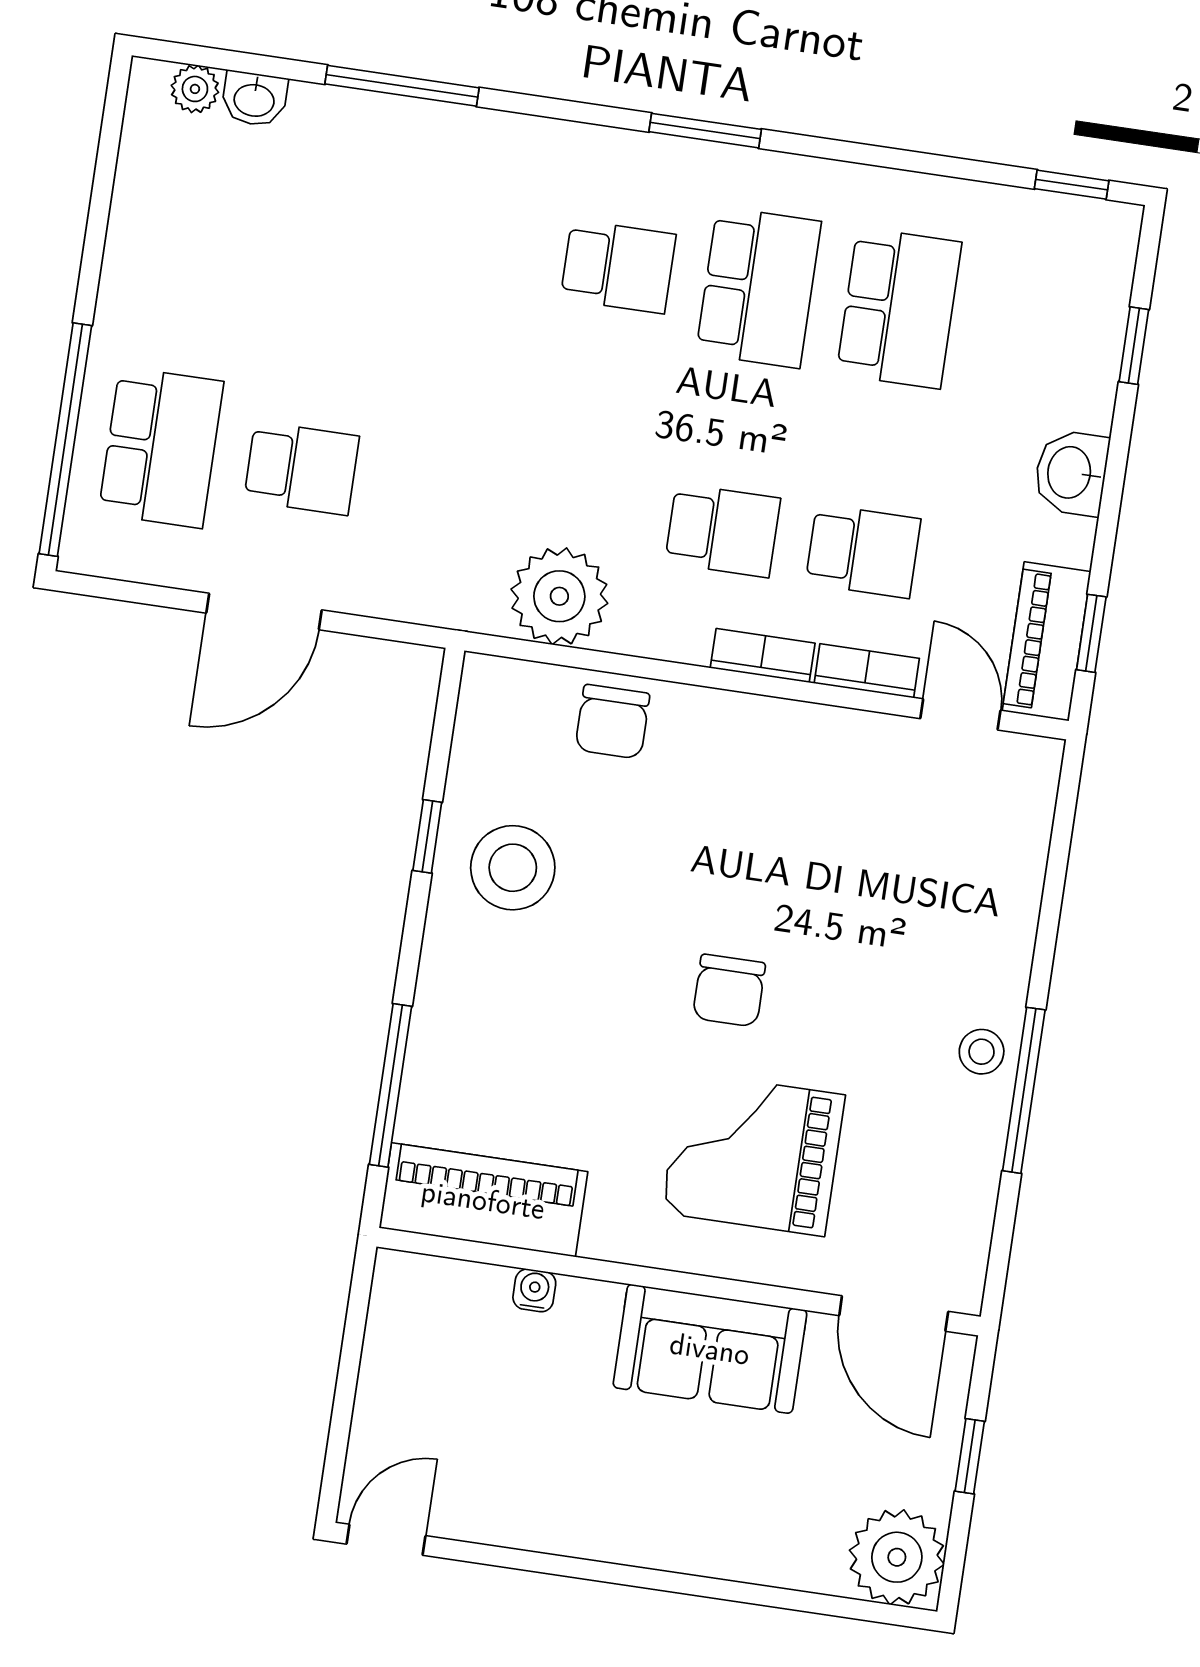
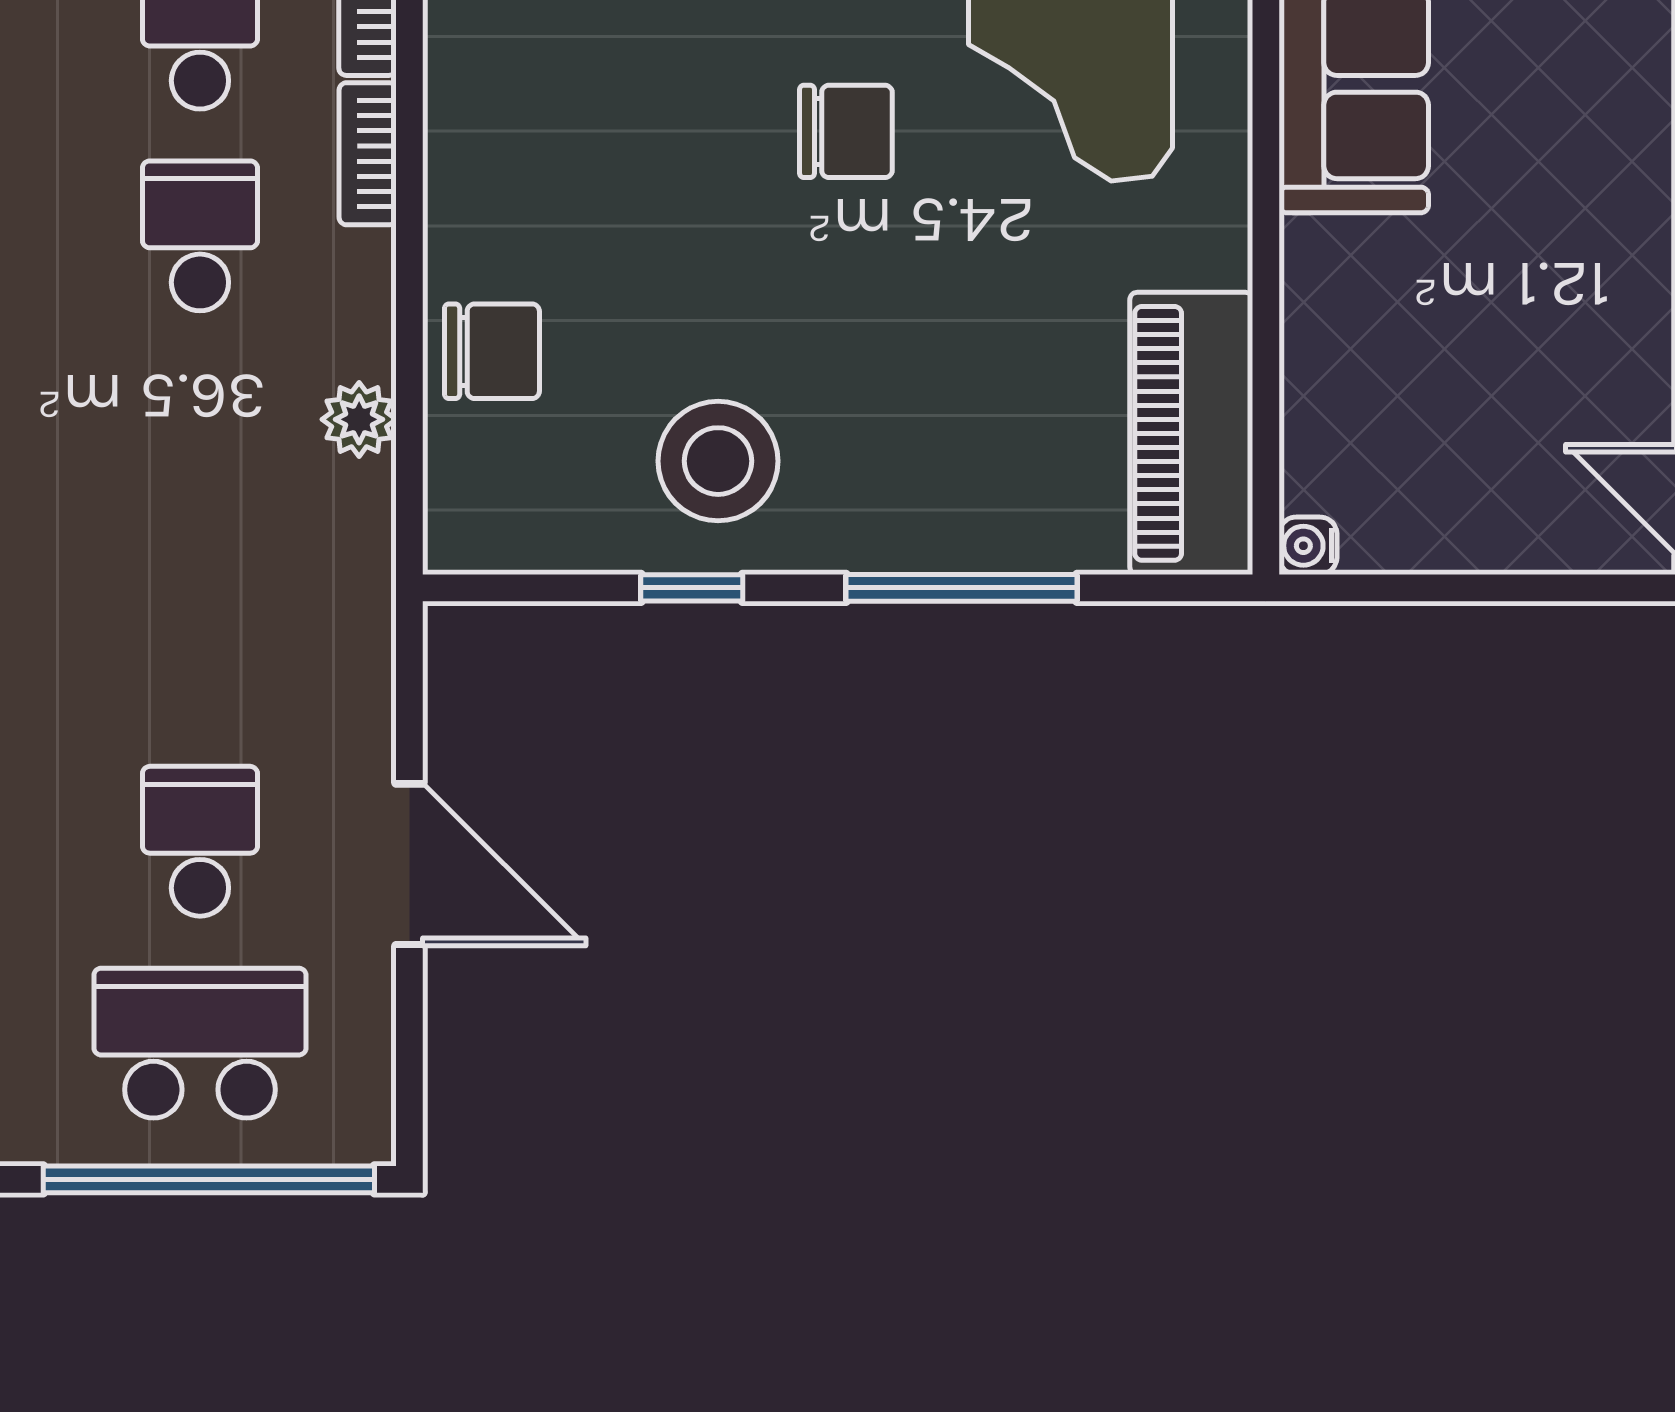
plant: (559, 596) -> (359, 419), width x0.53, depth x0.53
window: (391, 1085) -> (962, 588), moved
water cooler: (534, 1290) -> (1308, 546), moved

